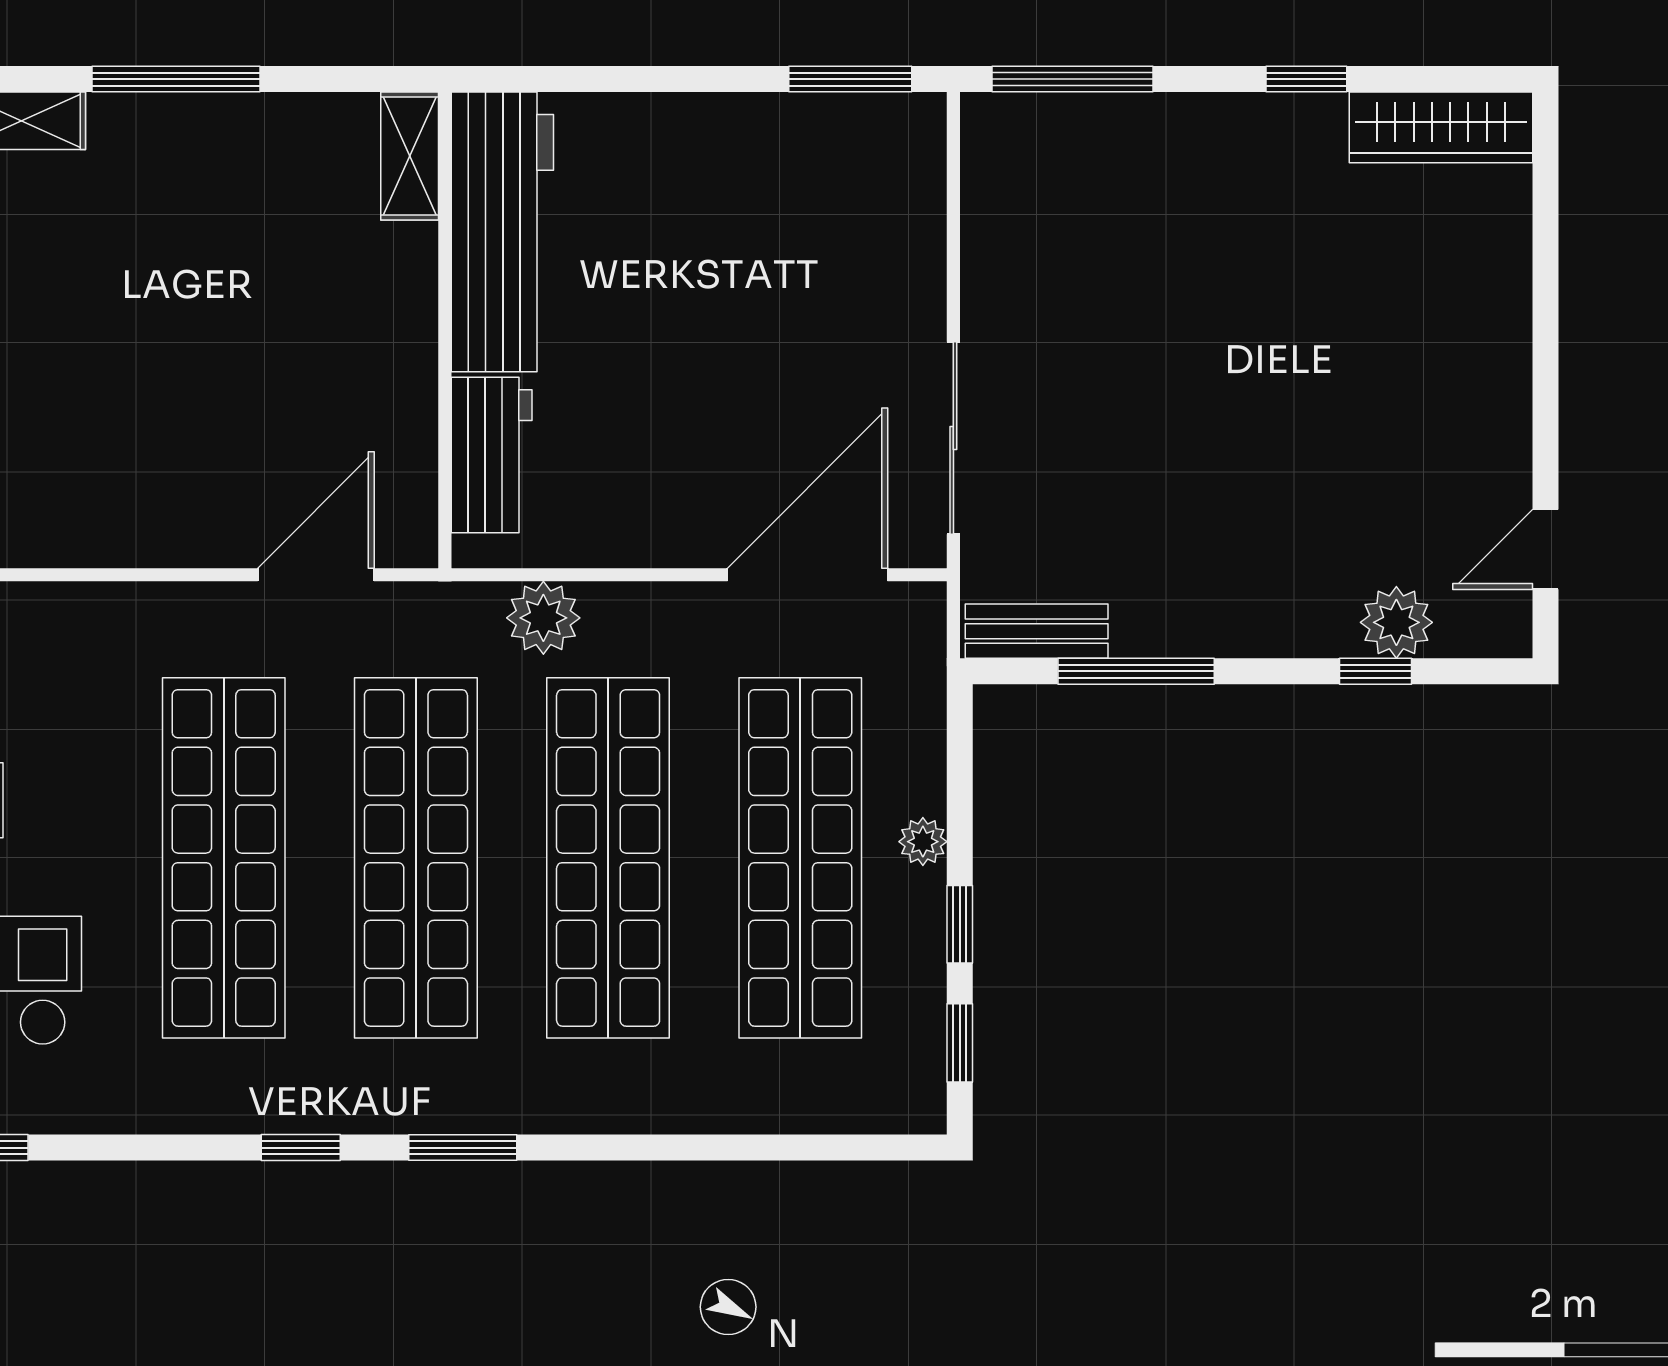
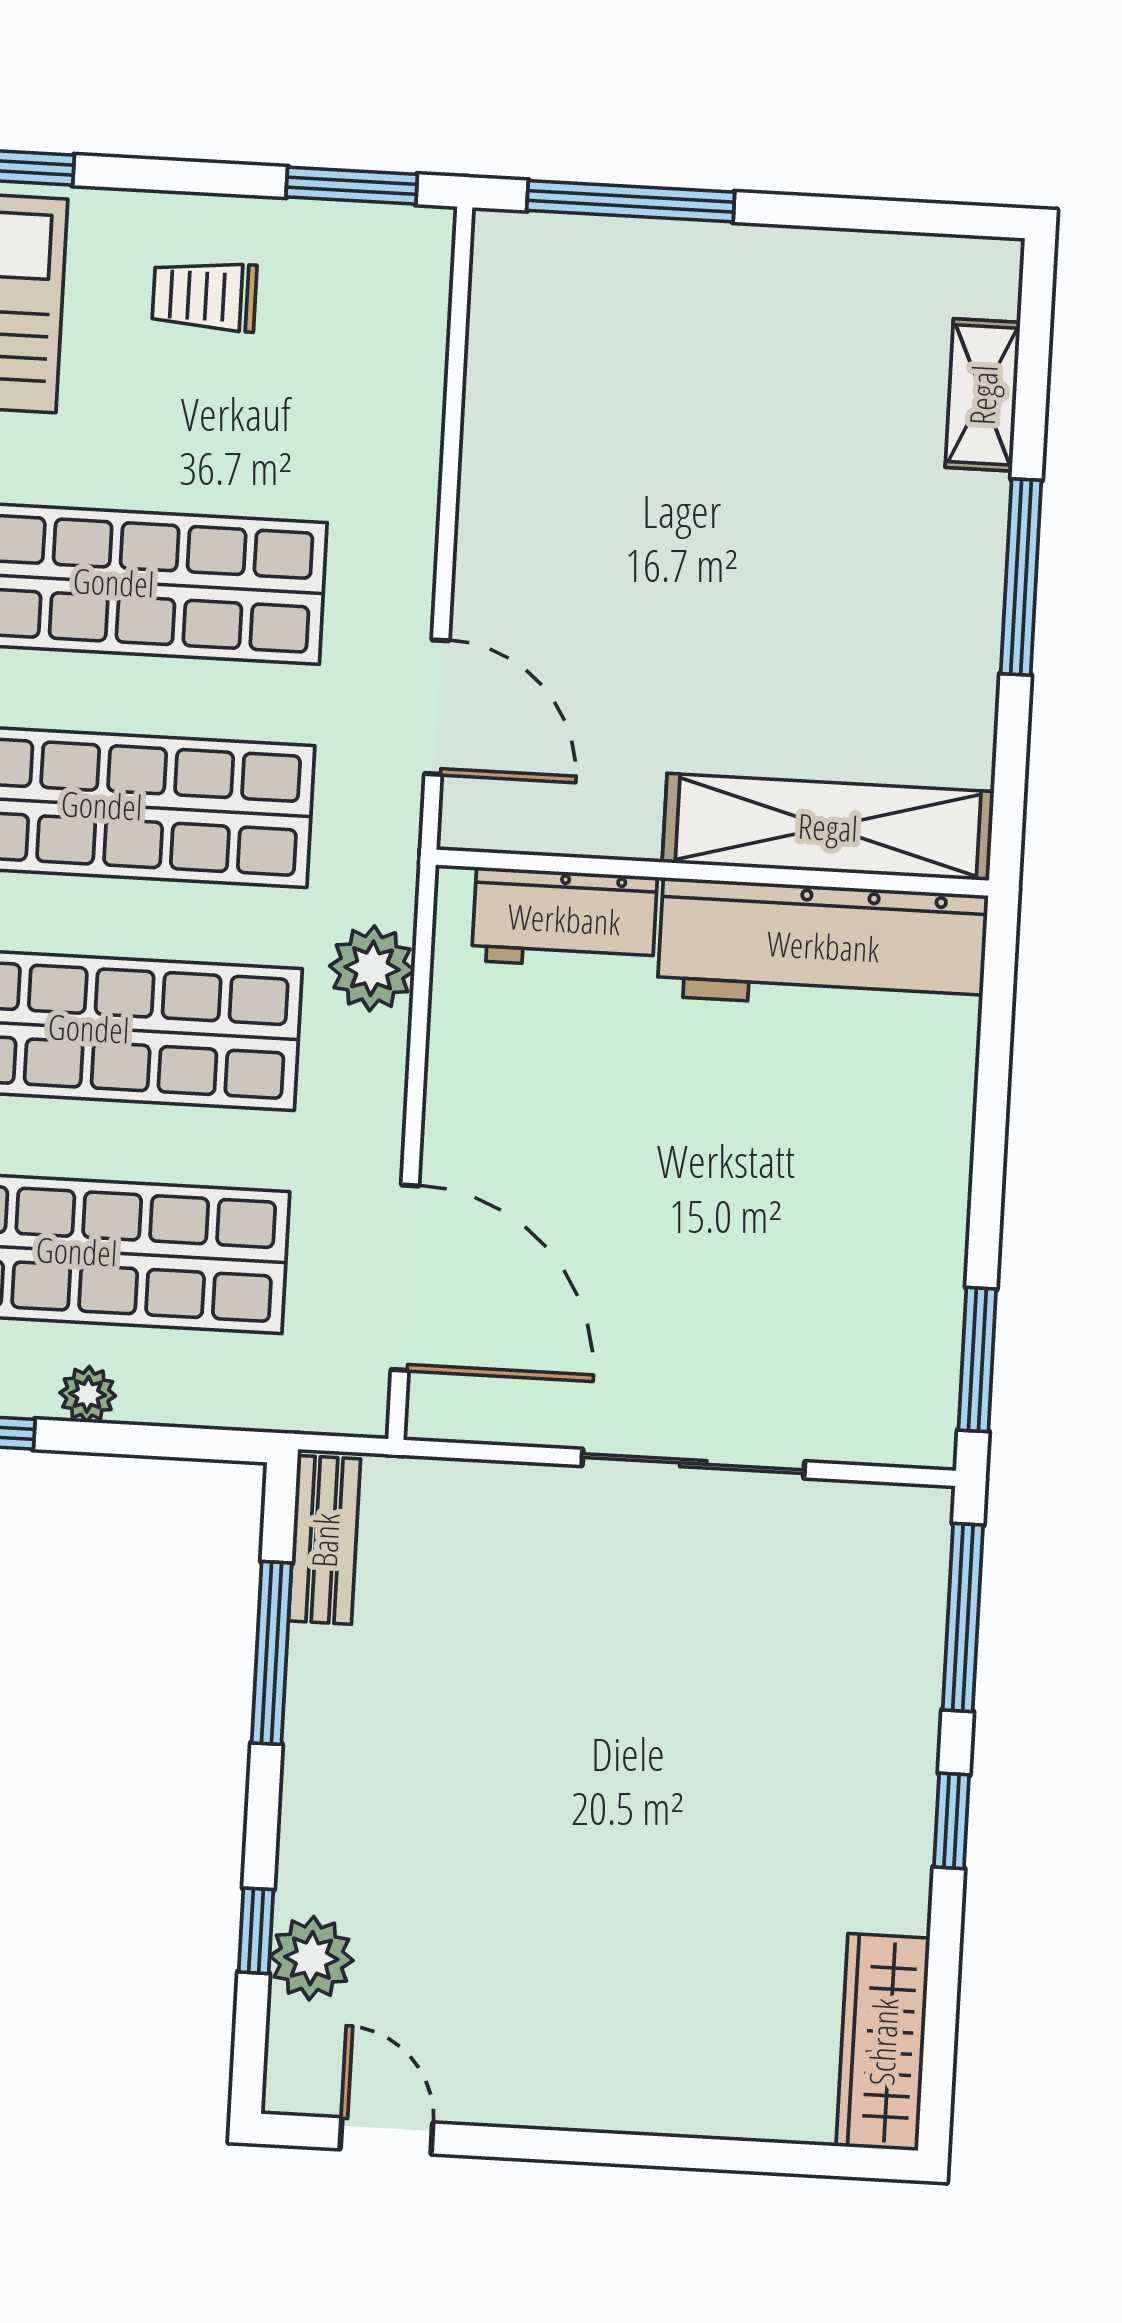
window: (1306, 79) -> (952, 1821), moved
shelving: (410, 156) -> (828, 827), width x2.20, depth x1.33
sliding door: (953, 438) -> (693, 1464), moved

